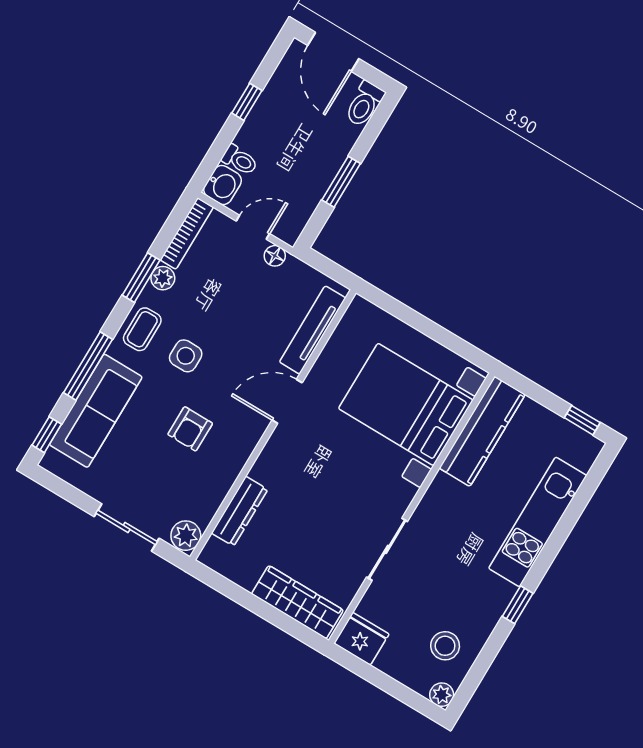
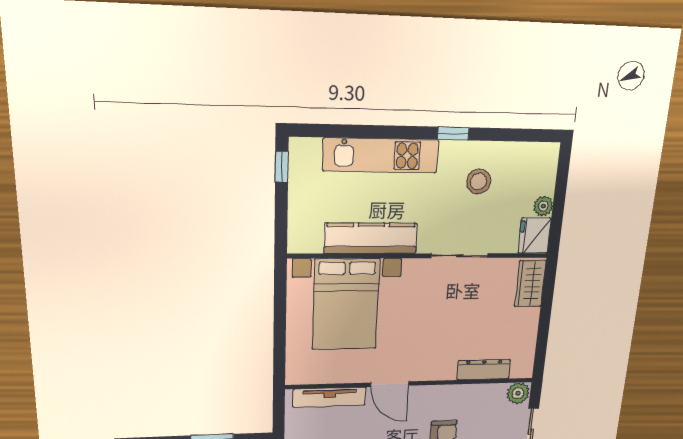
kitchen counter: (482, 431) -> (371, 238), moved
wardrobe: (297, 602) -> (530, 284), width x0.67
stool: (445, 646) -> (479, 181), moved
plant: (442, 695) -> (543, 206), moved

